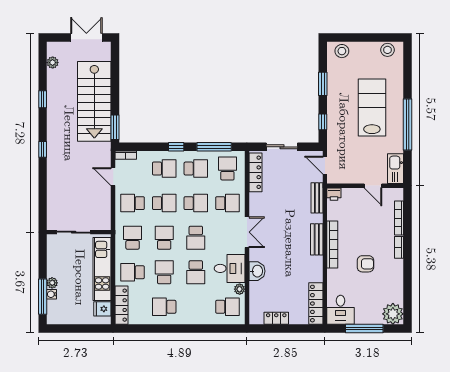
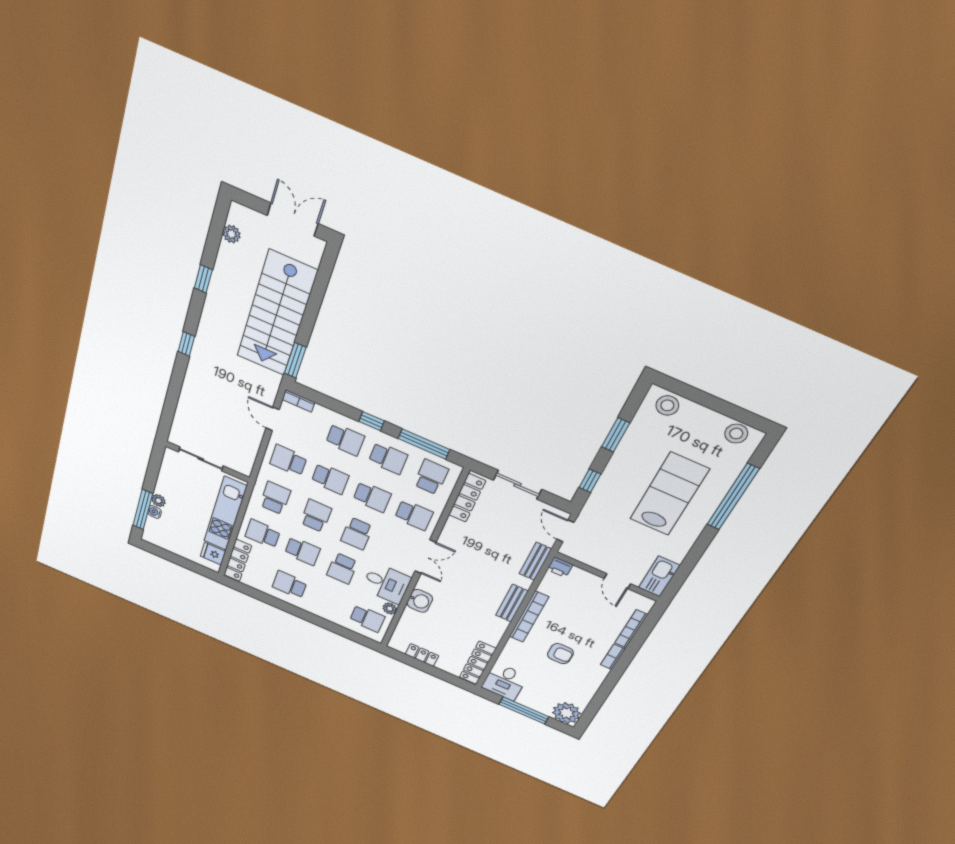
window: (408, 125) -> (733, 497), moved
school desk: (164, 272) -> (302, 551), turned 90

